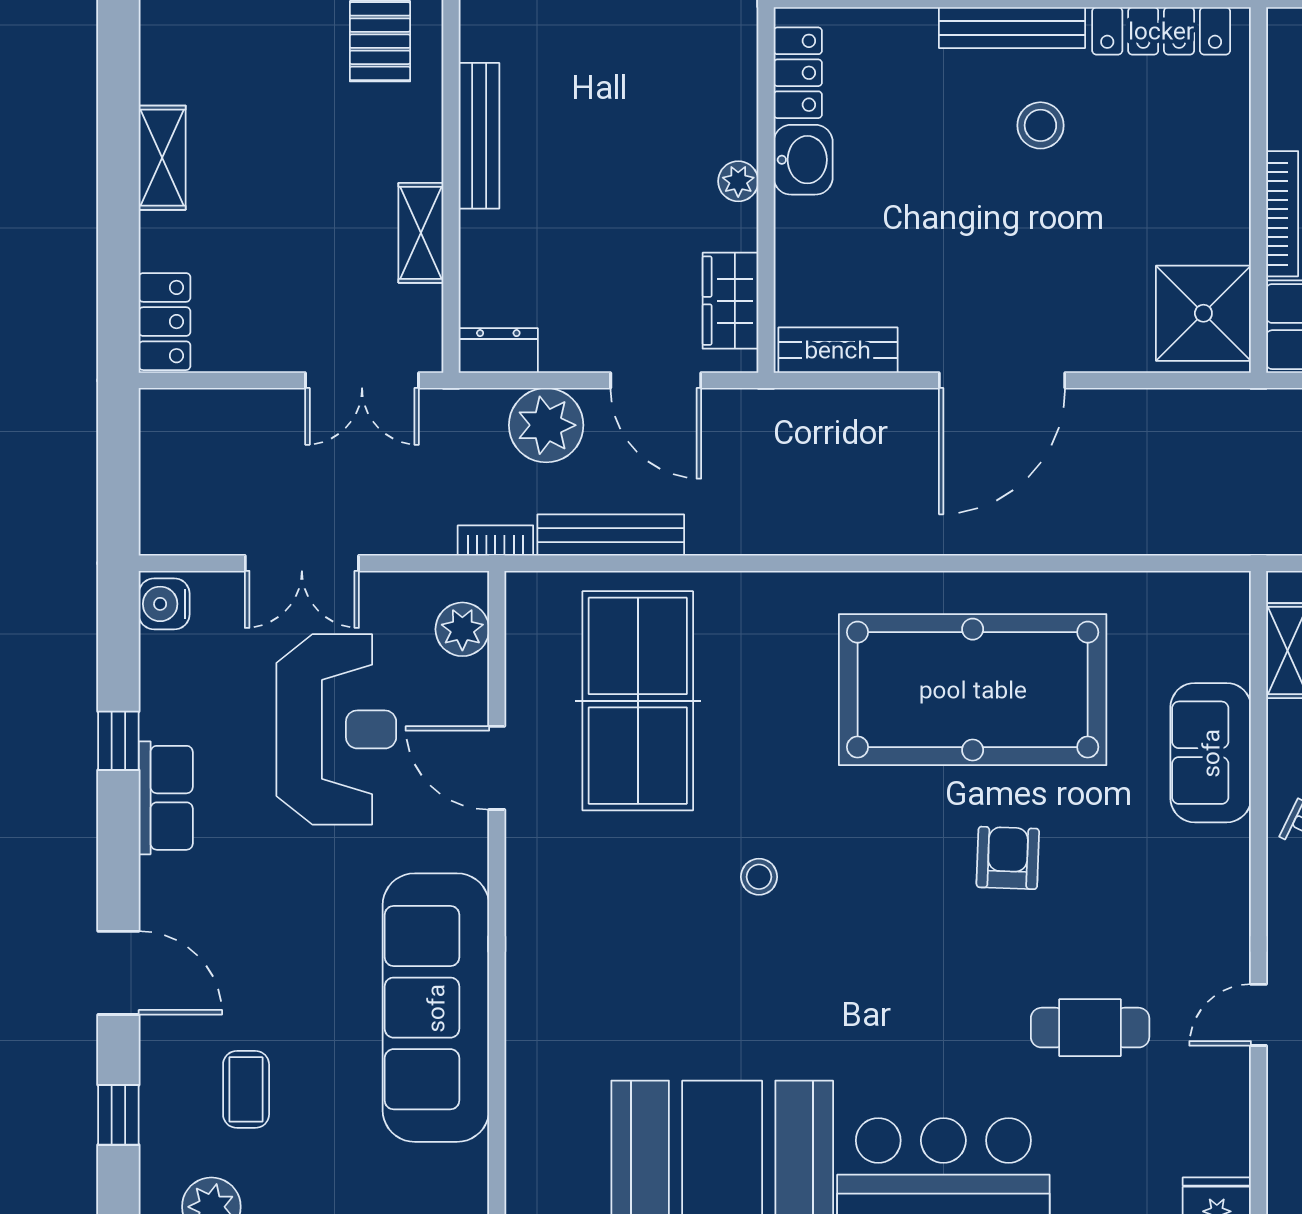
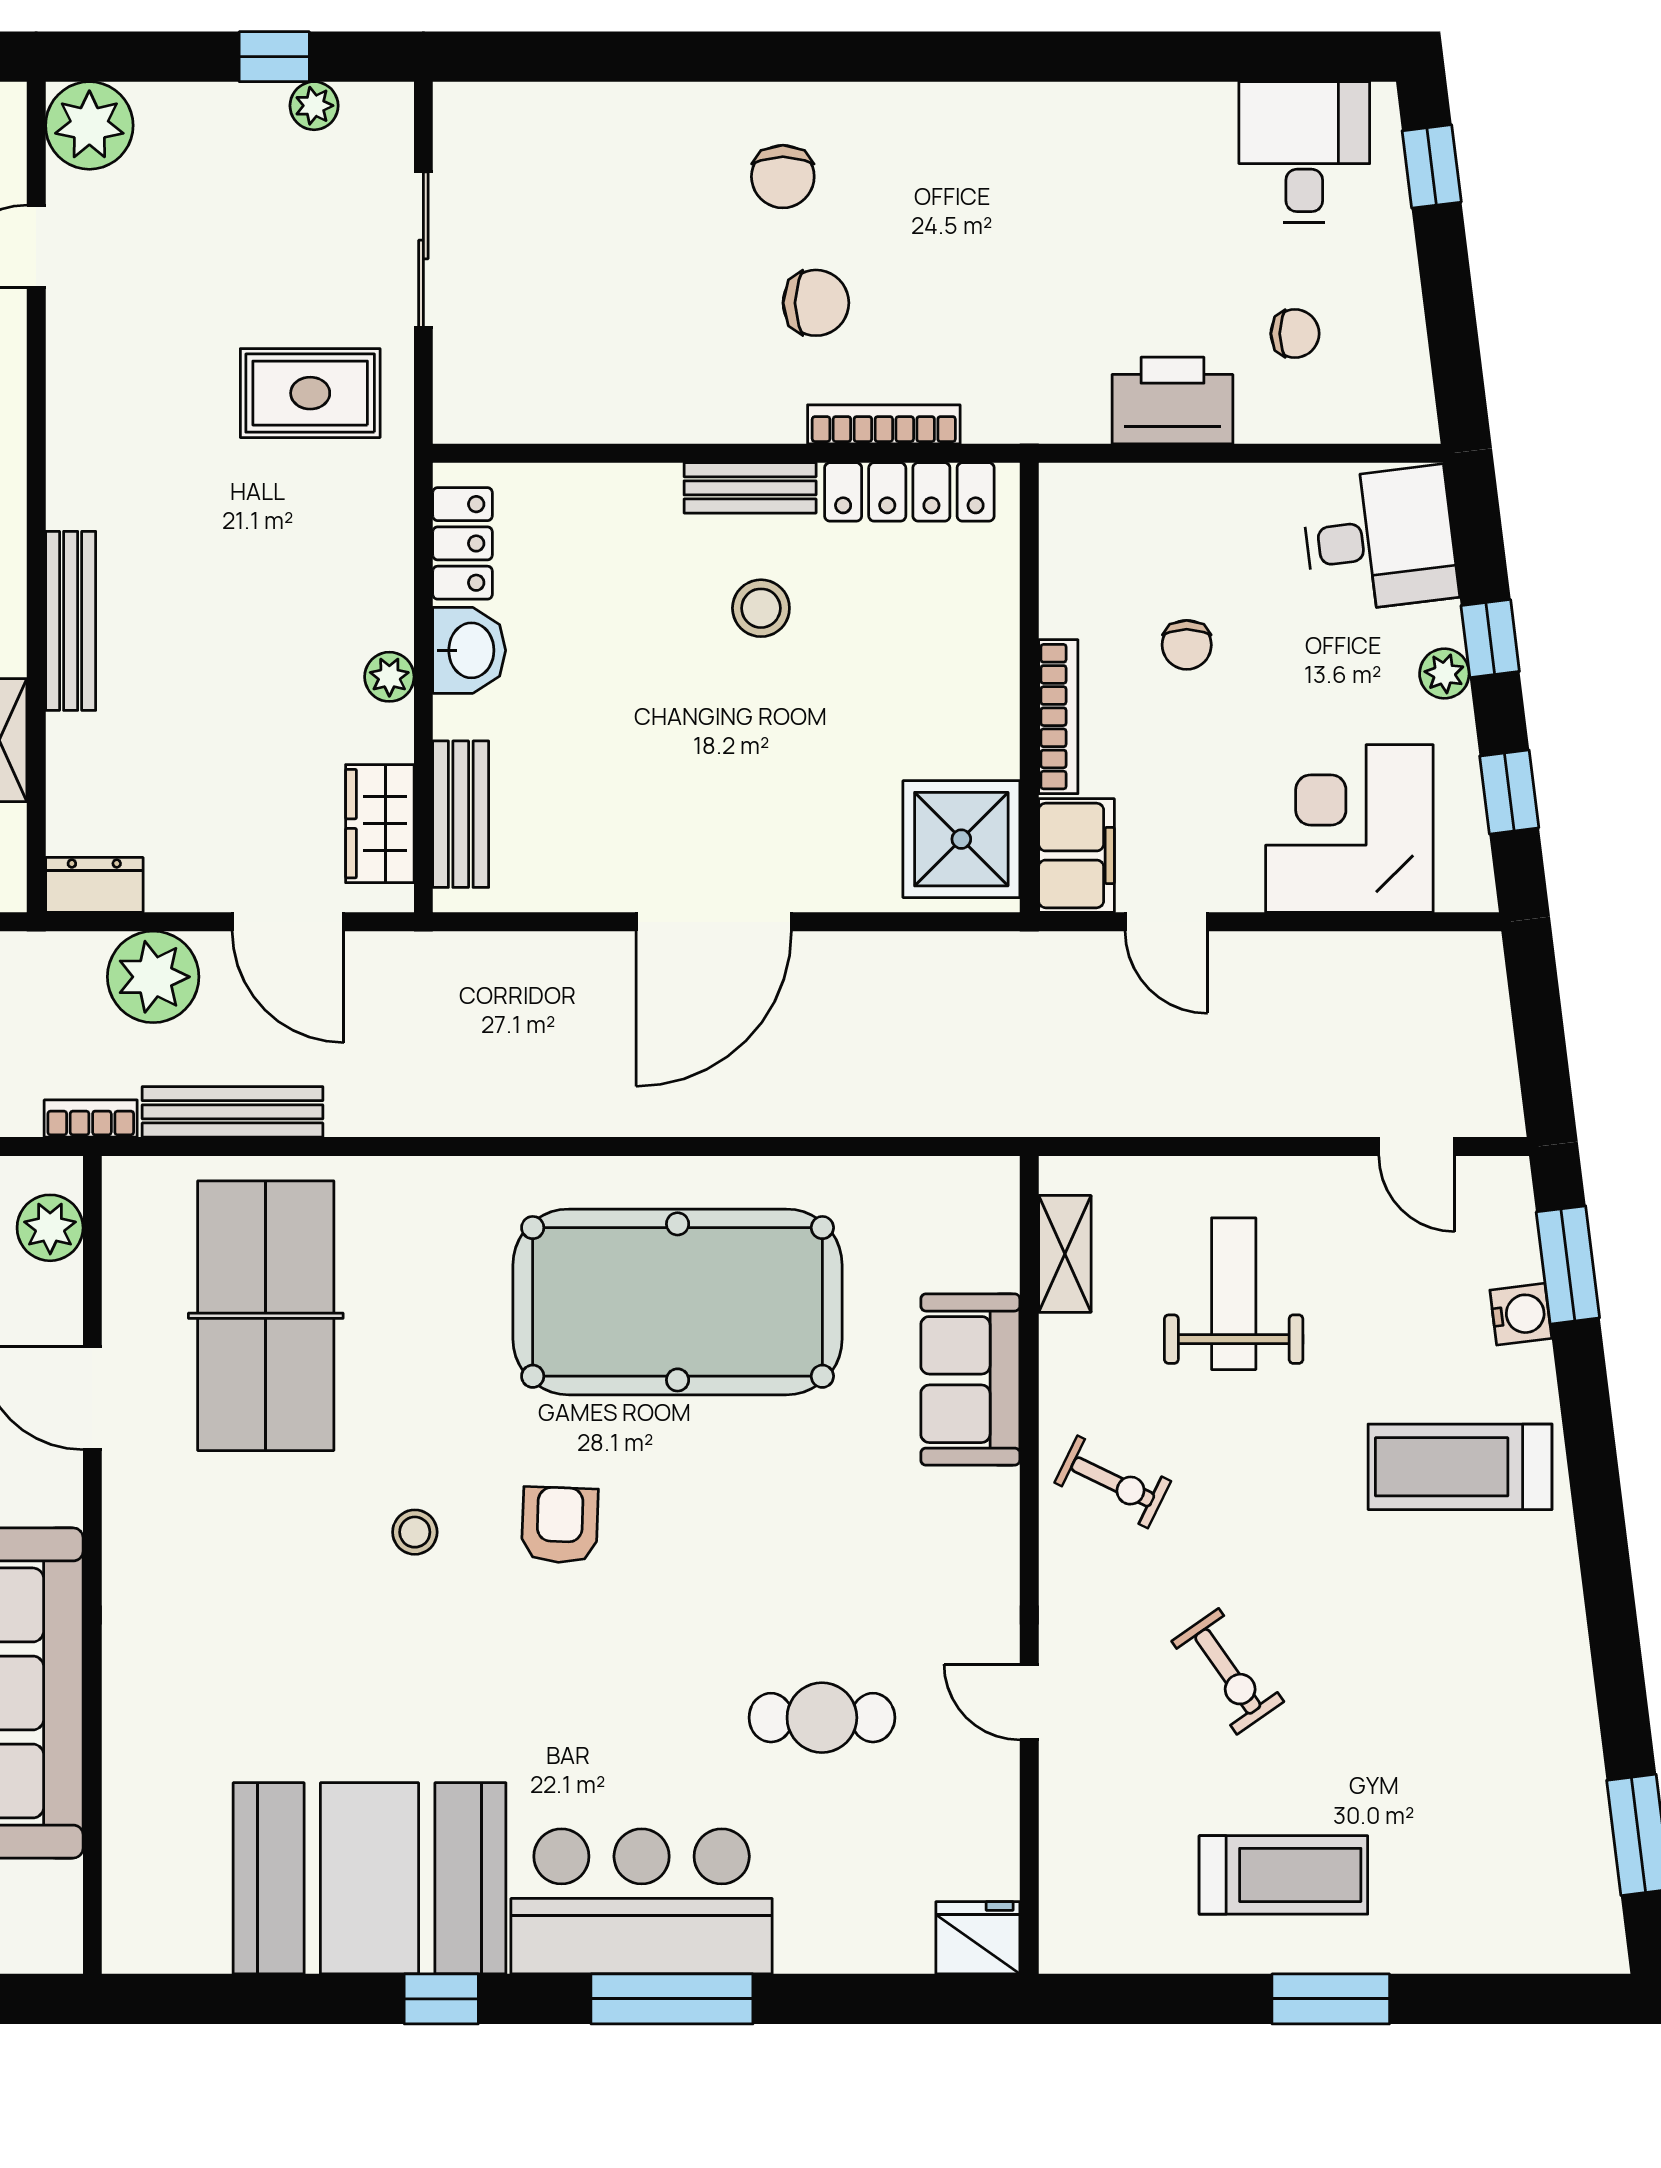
bench: (1012, 28) -> (750, 488), width x0.73
bench: (838, 350) -> (461, 814), moved, turned 90
armchair: (1008, 858) -> (560, 1525), moved
door: (1259, 1015) -> (1029, 1702), hinge flipped

